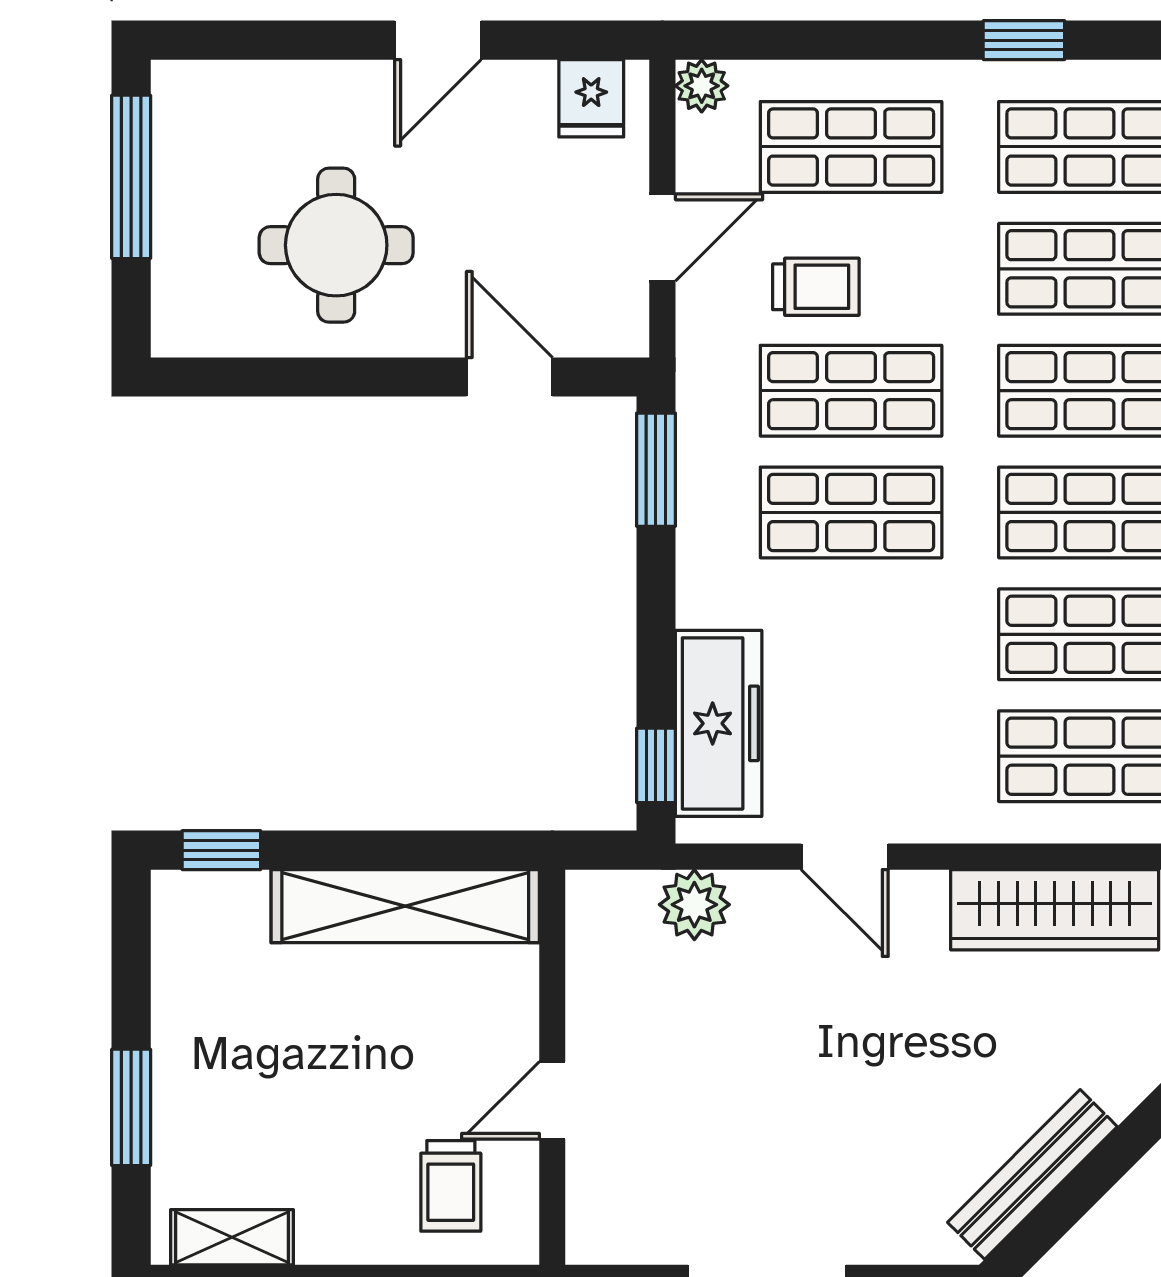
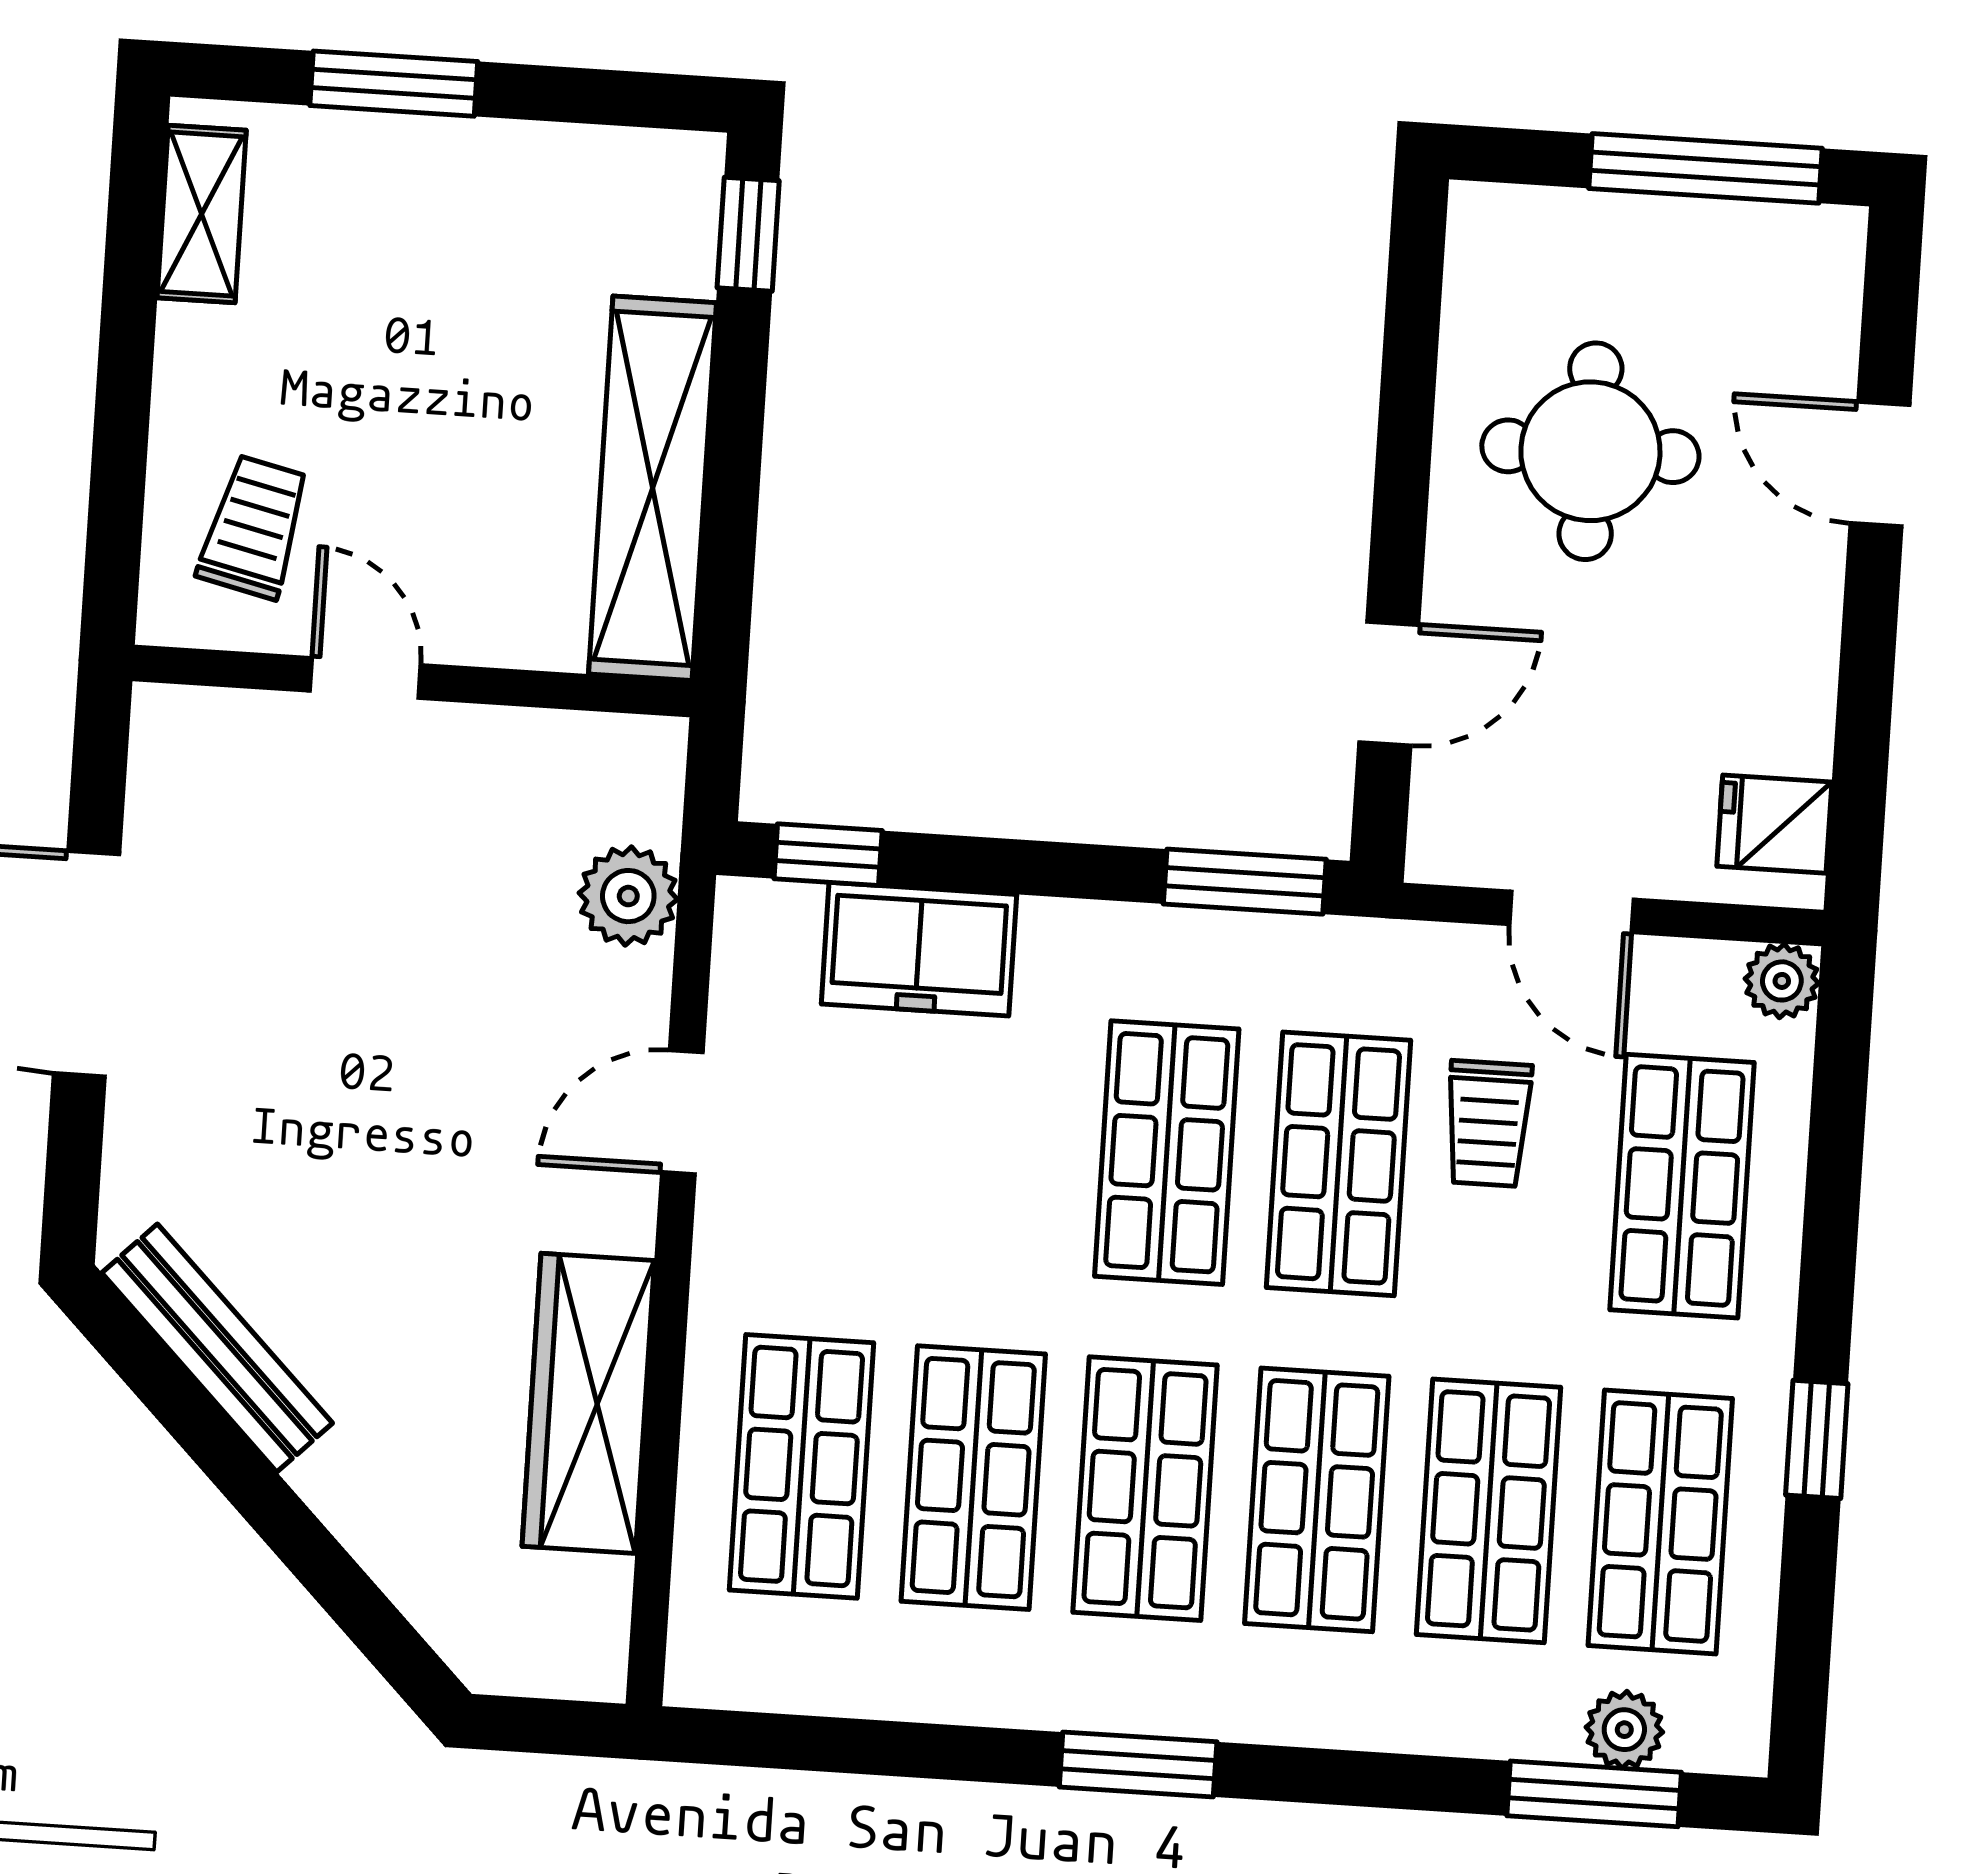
door: (438, 40) -> (1880, 464), moved
freezer: (719, 723) -> (919, 949), width x0.71
trolley: (451, 1186) -> (254, 527), turned 103

